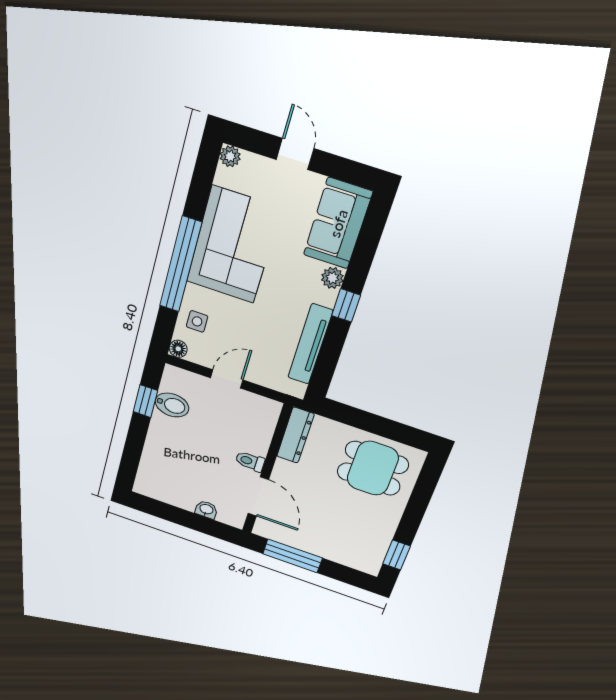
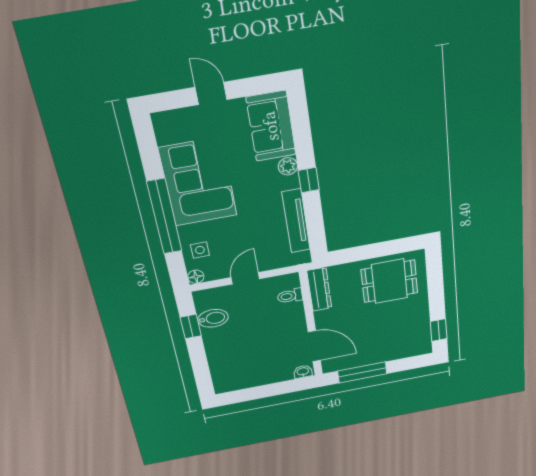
plant: (230, 156) -> (161, 120), removed
toilet: (250, 461) -> (290, 296), moved
washbasin: (206, 510) -> (303, 372), moved

